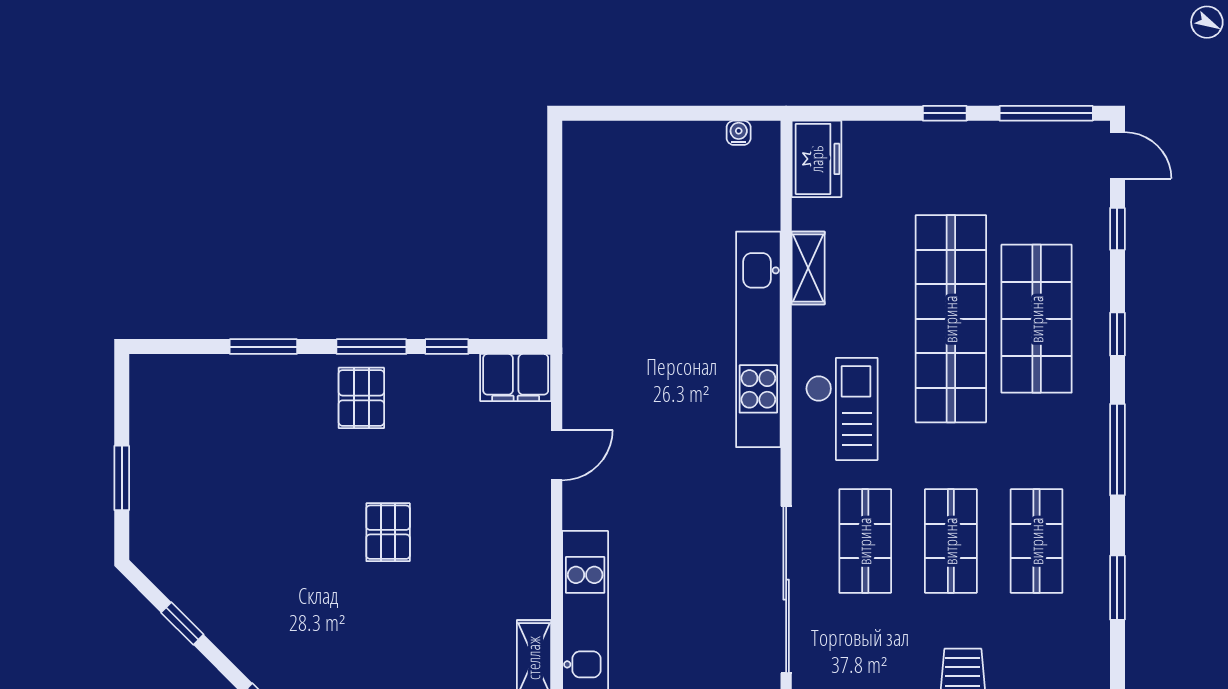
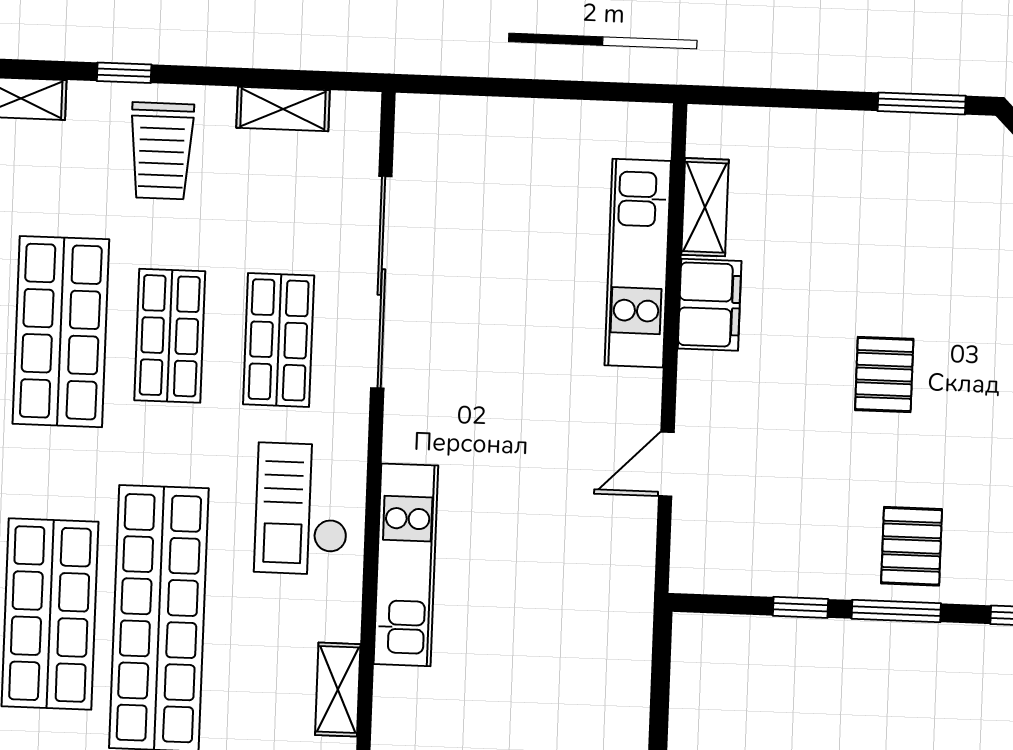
kitchen unit: (758, 339) -> (406, 565), width x0.73
filing cabinet: (516, 378) -> (710, 305), moved, turned 90
shop shelf: (1037, 541) -> (61, 332), width x1.43, depth x1.36

